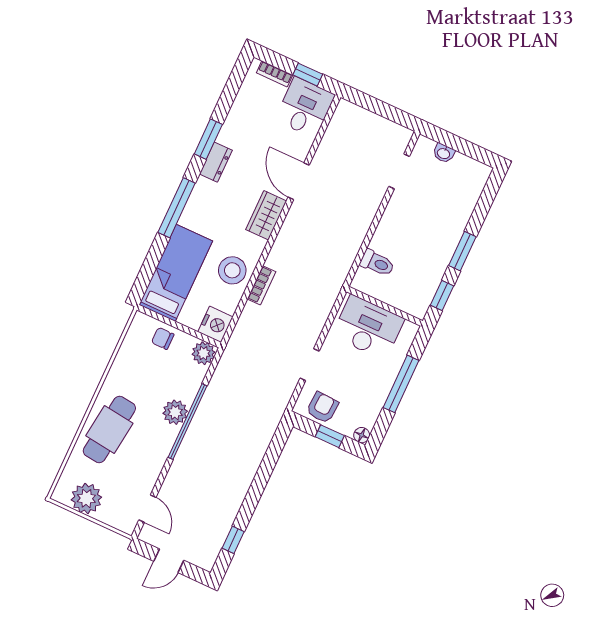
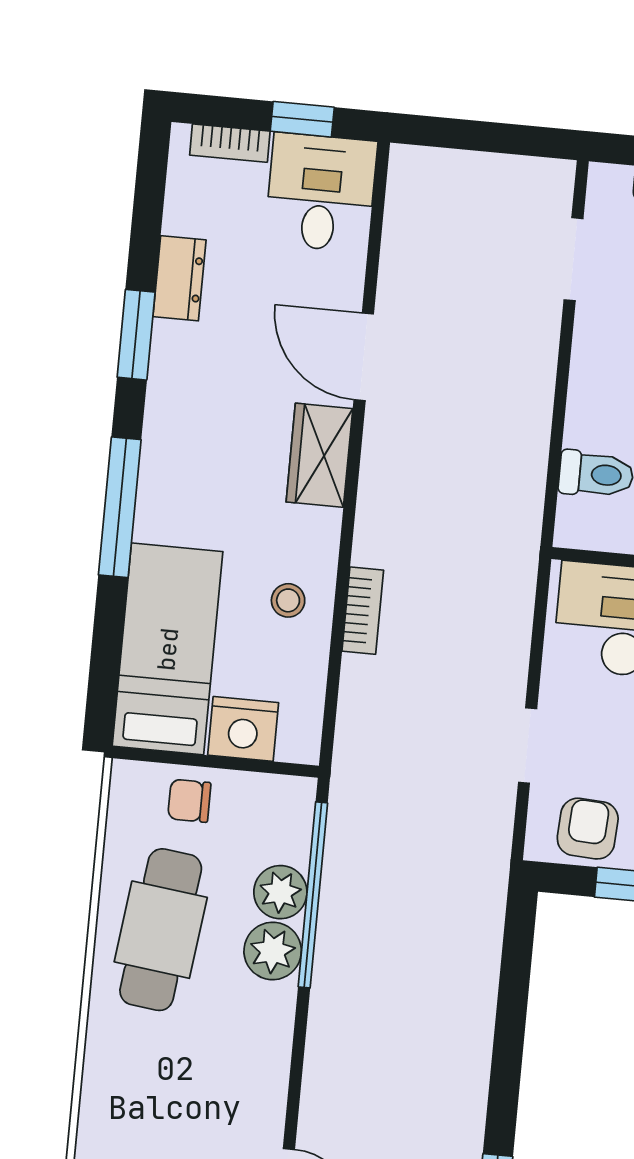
dresser: (216, 162) -> (179, 278), moved
stool: (232, 270) -> (288, 600), width x0.53, depth x0.53
nightstand: (215, 324) -> (243, 729), moved, turned 90
plant: (203, 353) -> (280, 892), moved
window: (188, 422) -> (313, 895), moved
cafe table: (109, 430) -> (161, 930), moved

